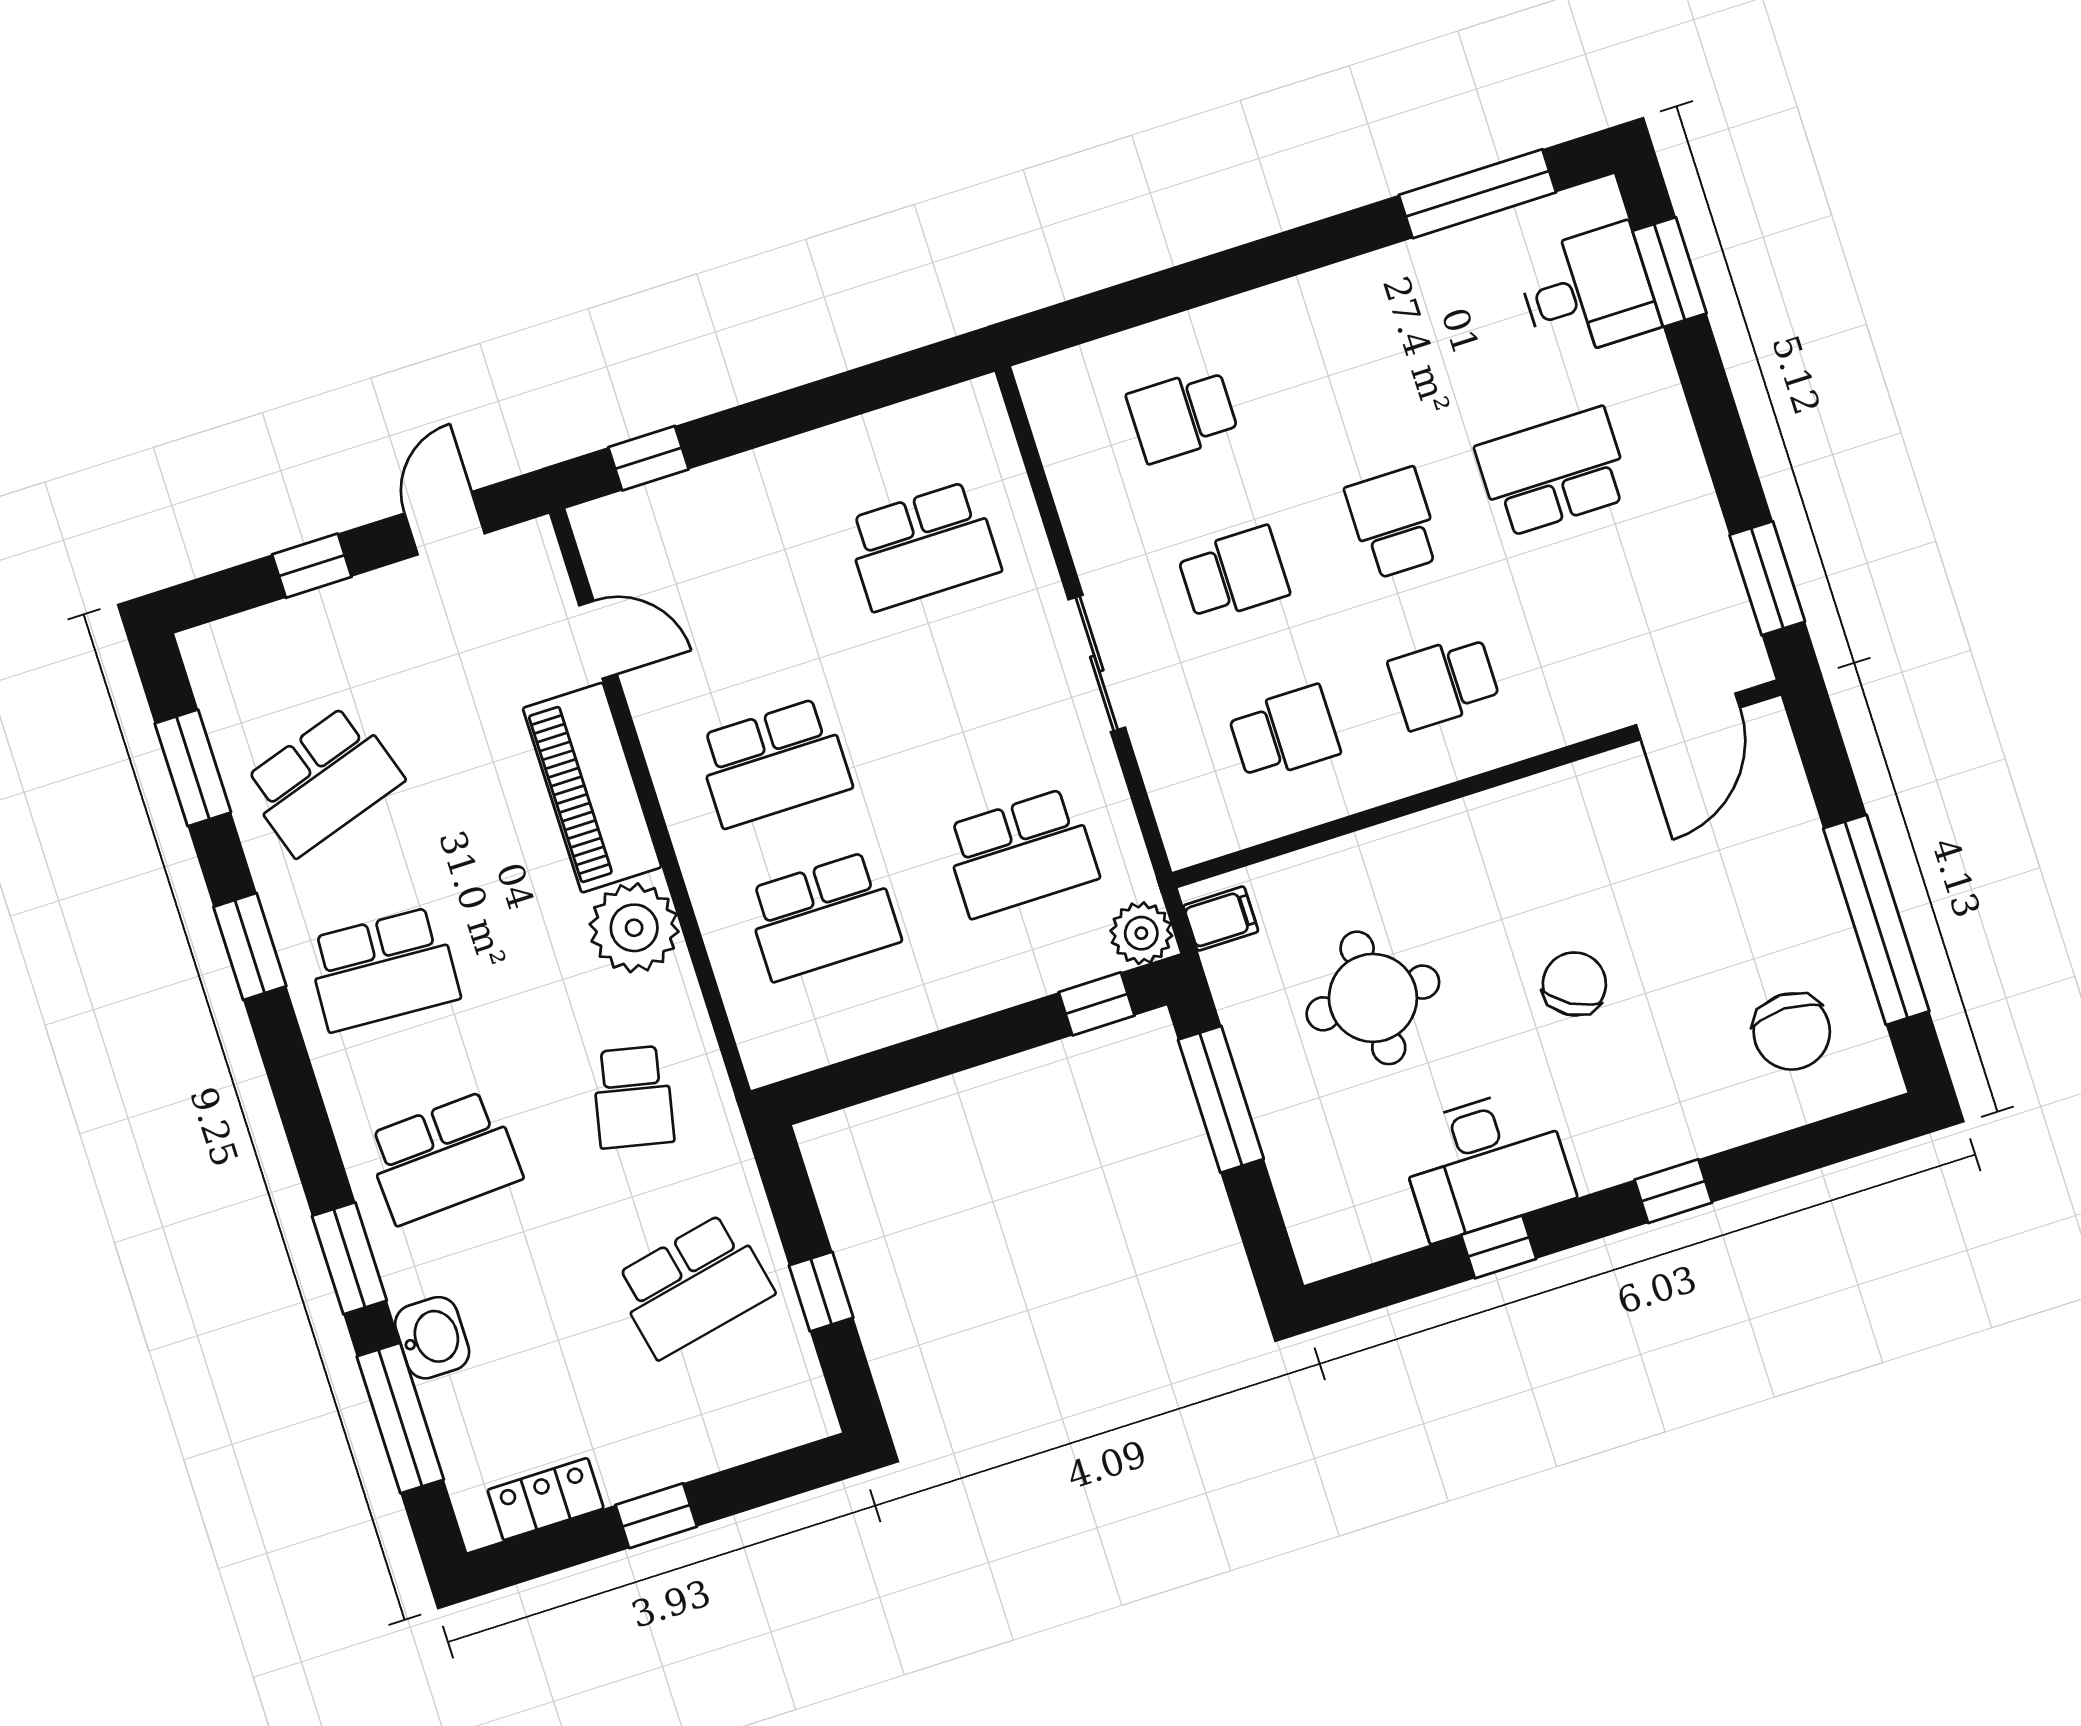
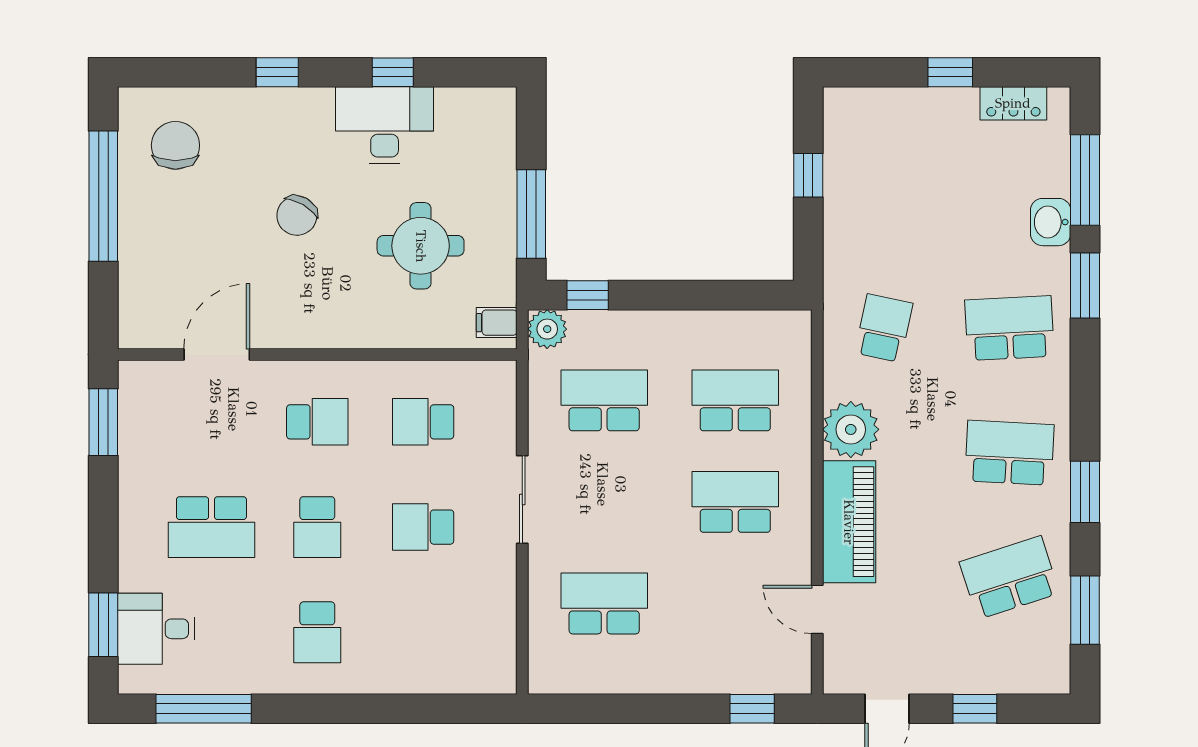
school desk: (1183, 415) -> (317, 632), moved, turned 90
door: (1688, 716) -> (217, 354), moved
school desk: (693, 1285) -> (884, 203), removed

